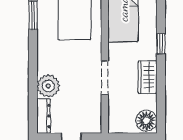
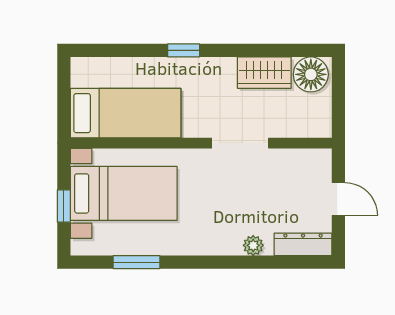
wardrobe: (147, 77) -> (264, 73), moved
plant: (48, 86) -> (253, 245), width x0.53, depth x0.53

